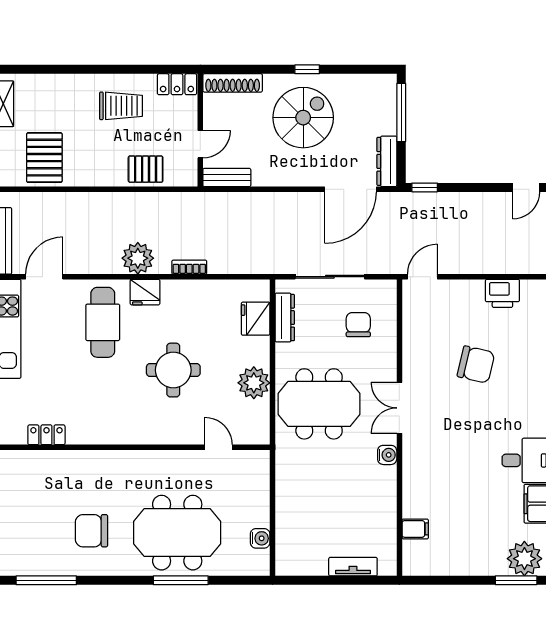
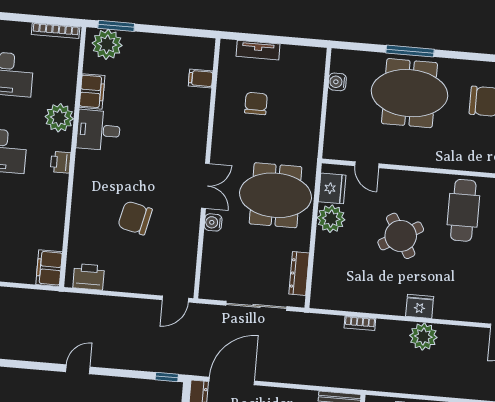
bookcase: (189, 267) -> (360, 323), moved
printer: (502, 293) -> (89, 277), moved
fridge: (256, 319) -> (332, 188), moved
cafe table: (103, 322) -> (463, 210), moved
chair: (358, 325) -> (256, 103), moved, turned 180
round table: (173, 370) -> (401, 236), turned -30
water cooler: (387, 455) -> (213, 222), moved

